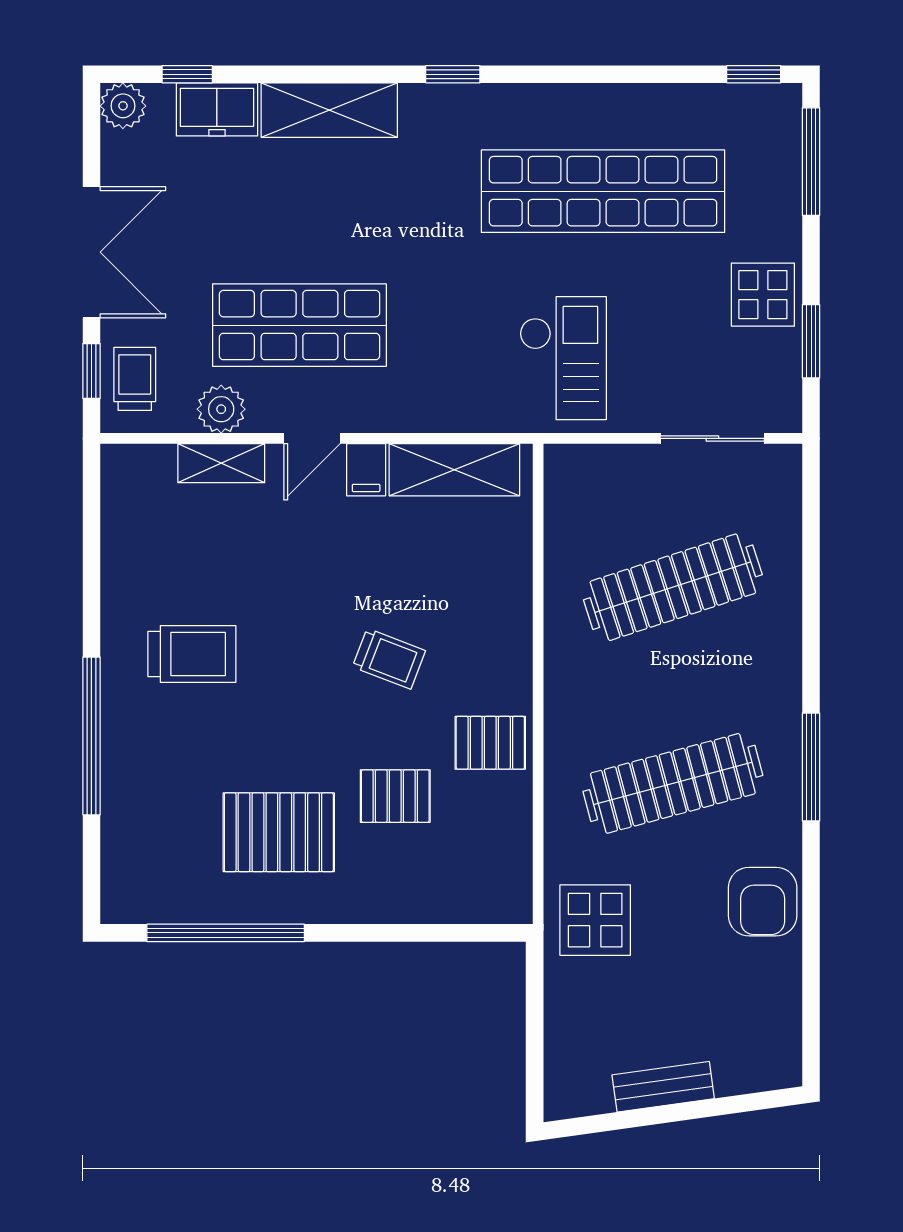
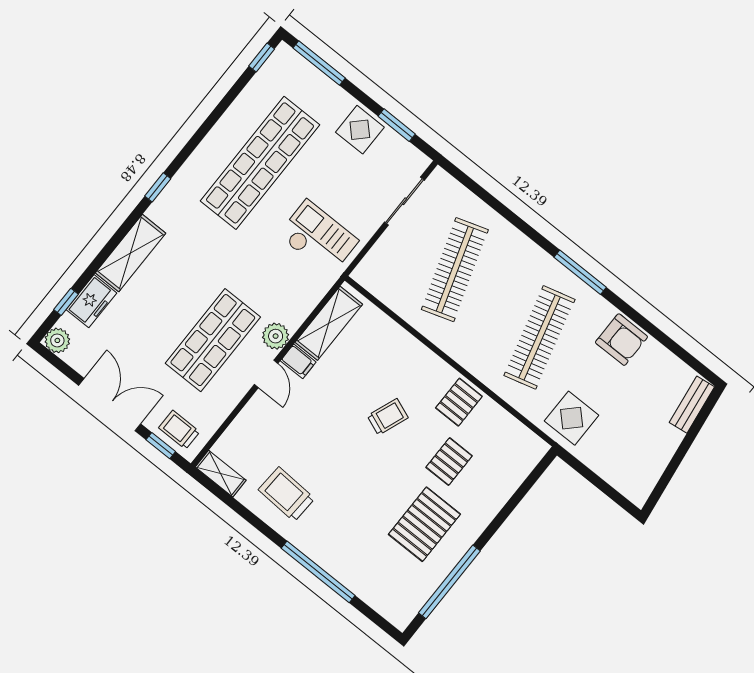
plant: (221, 409) -> (276, 336), moved
shelving: (221, 463) -> (221, 474), moved, turned 90
trolley: (192, 654) -> (287, 494), moved, turned -87
bench: (663, 1087) -> (692, 405), moved

